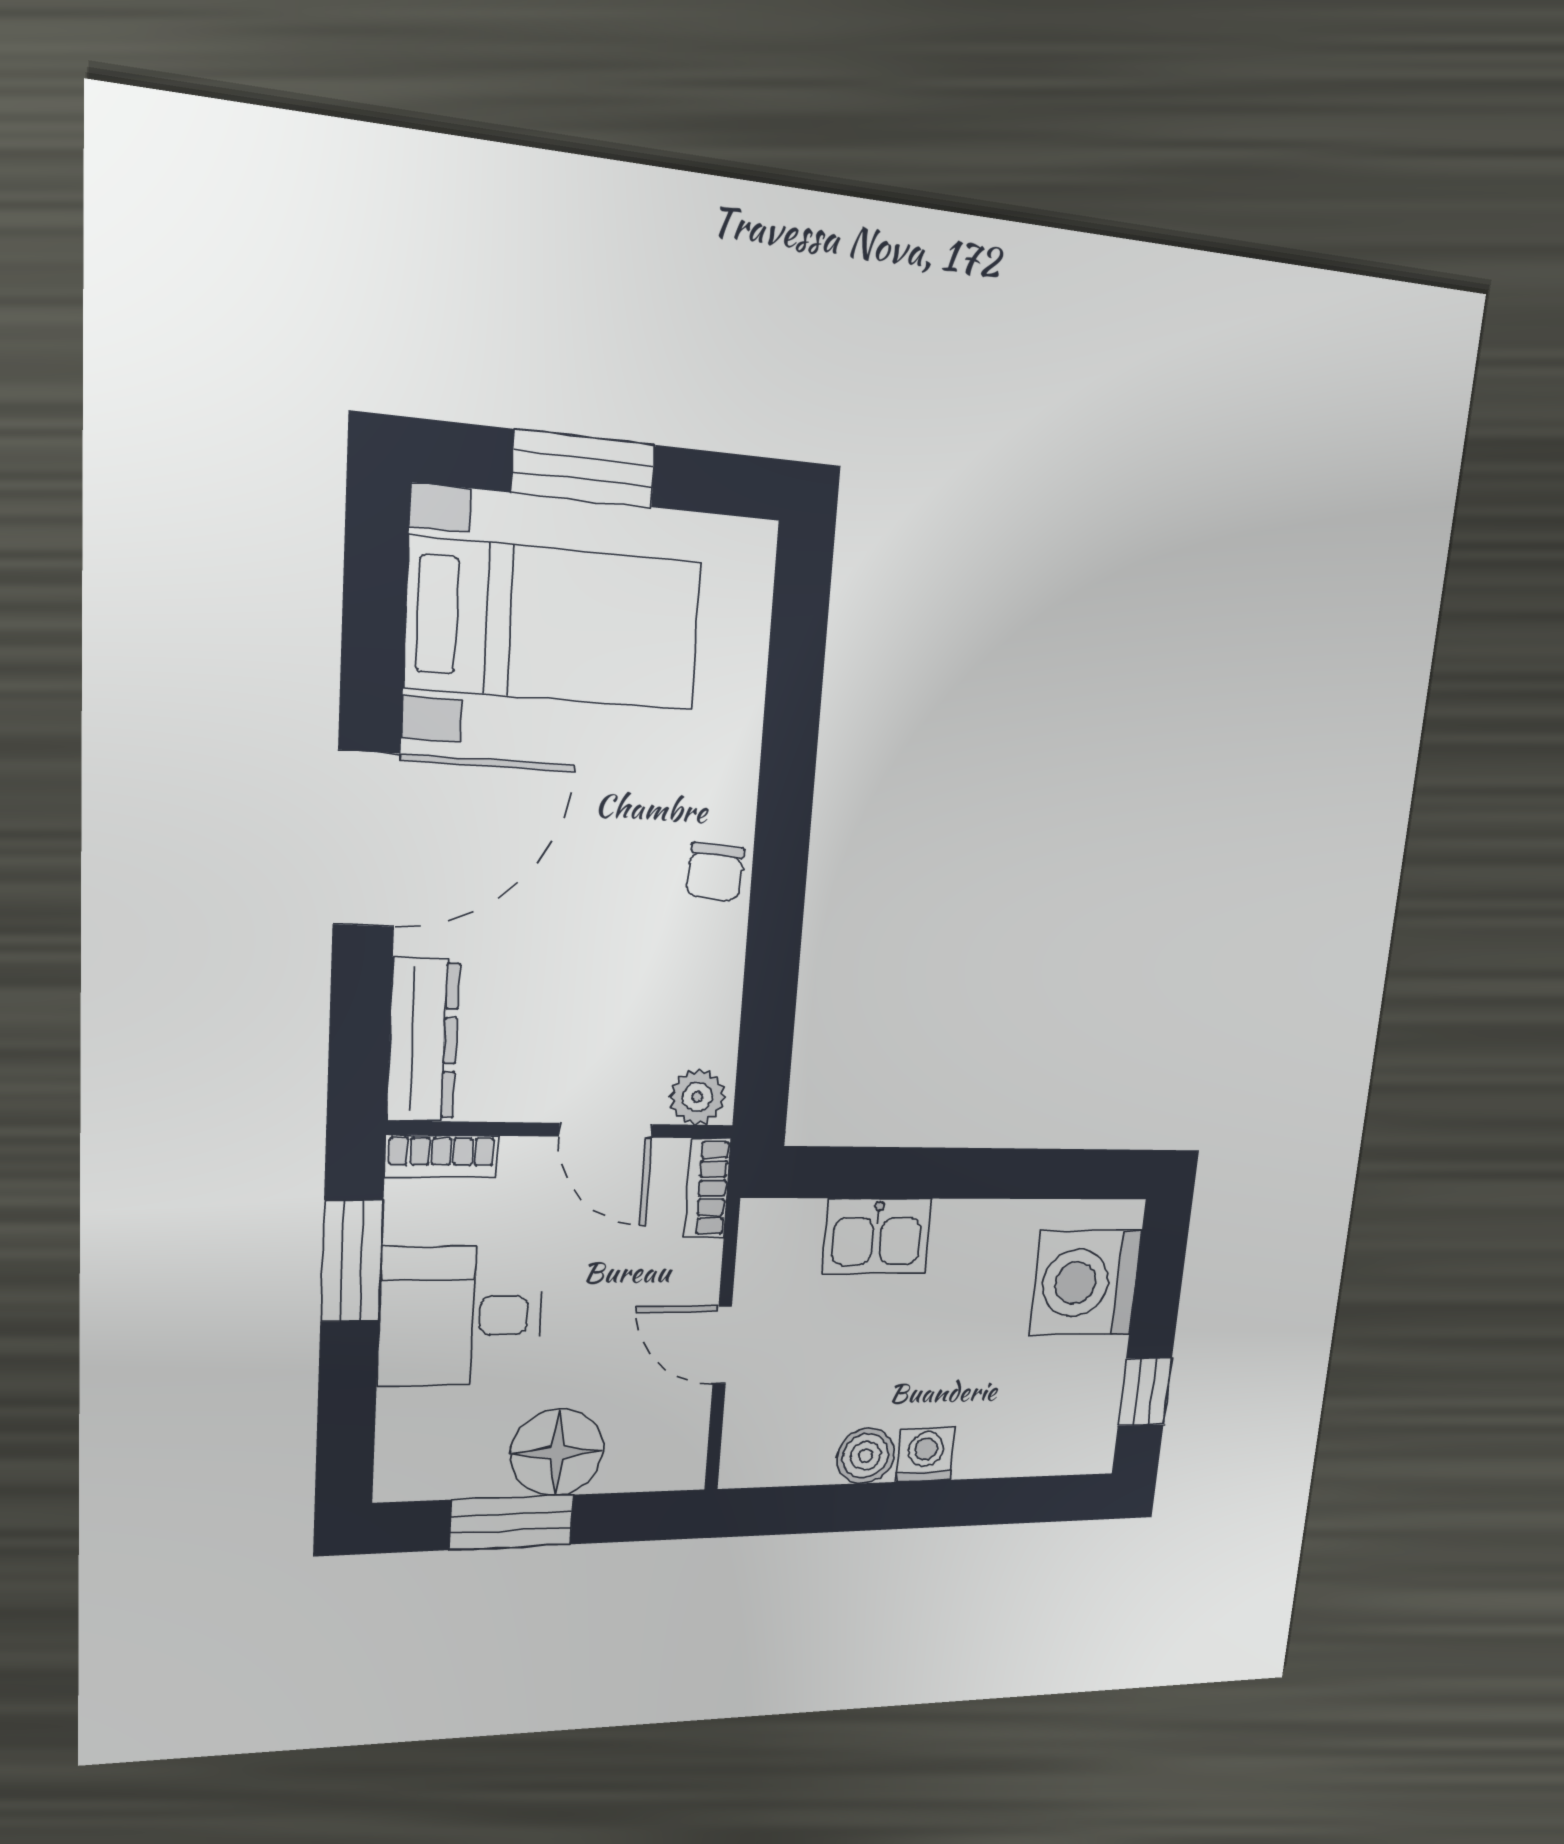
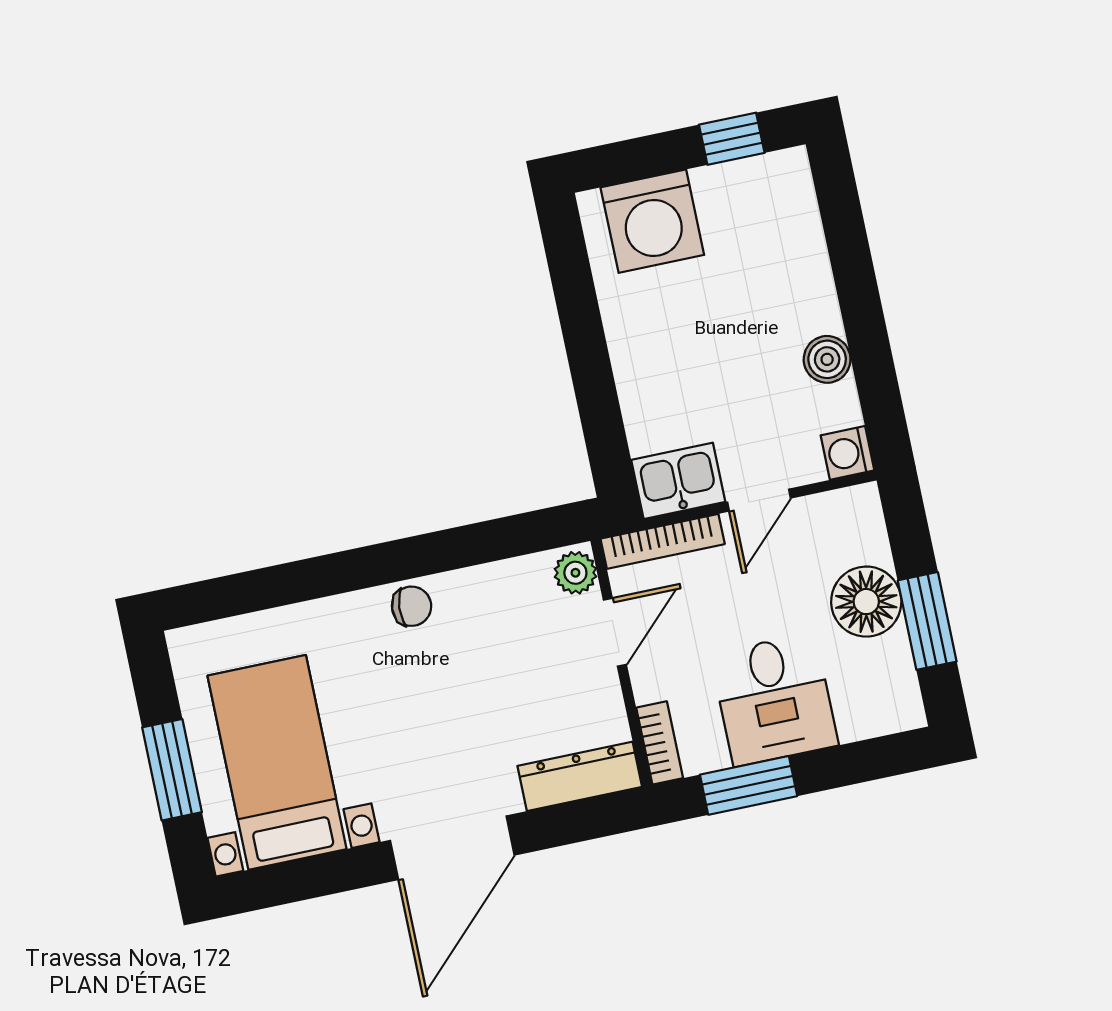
door: (366, 839) -> (452, 848), swing flipped
bookcase: (707, 1188) -> (663, 541), width x1.56
kitchen sink: (877, 1236) -> (678, 481), moved, turned -90
washing machine: (926, 1454) -> (847, 453), moved

